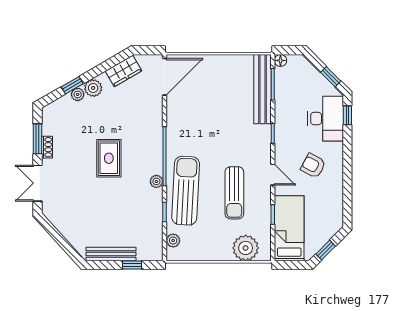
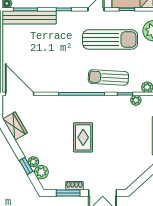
plant: (93, 88) -> (41, 172), moved
rug: (109, 158) -> (83, 137), turned 90
plant: (156, 181) -> (136, 100), moved
sun lounger: (186, 191) -> (108, 77), width x0.73, depth x0.75
sun lounger: (234, 193) -> (110, 39), width x1.36, depth x1.34

